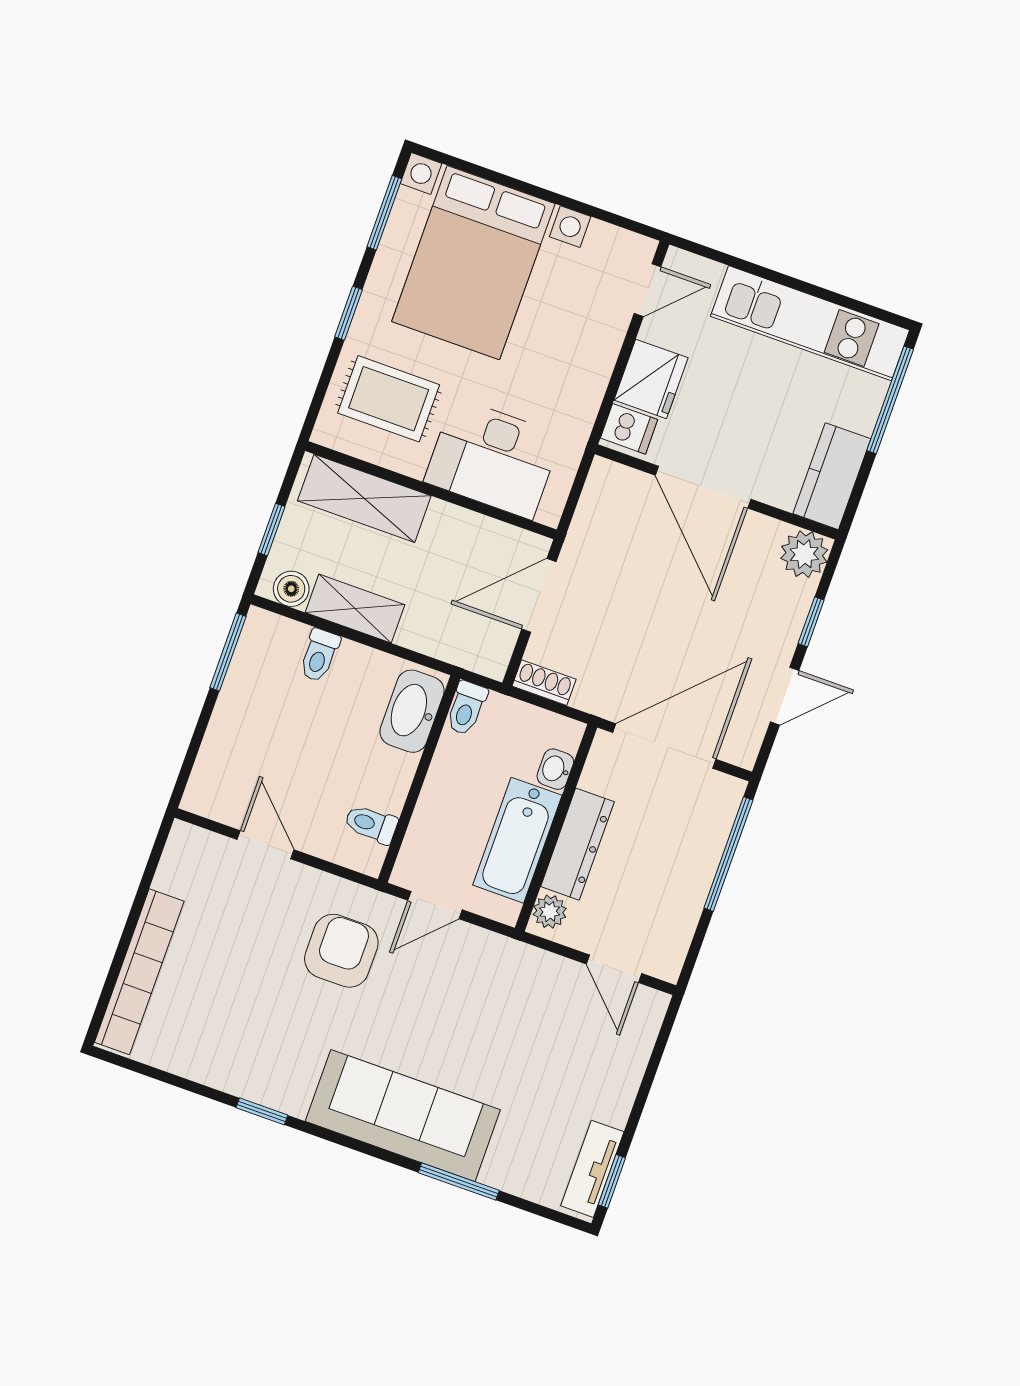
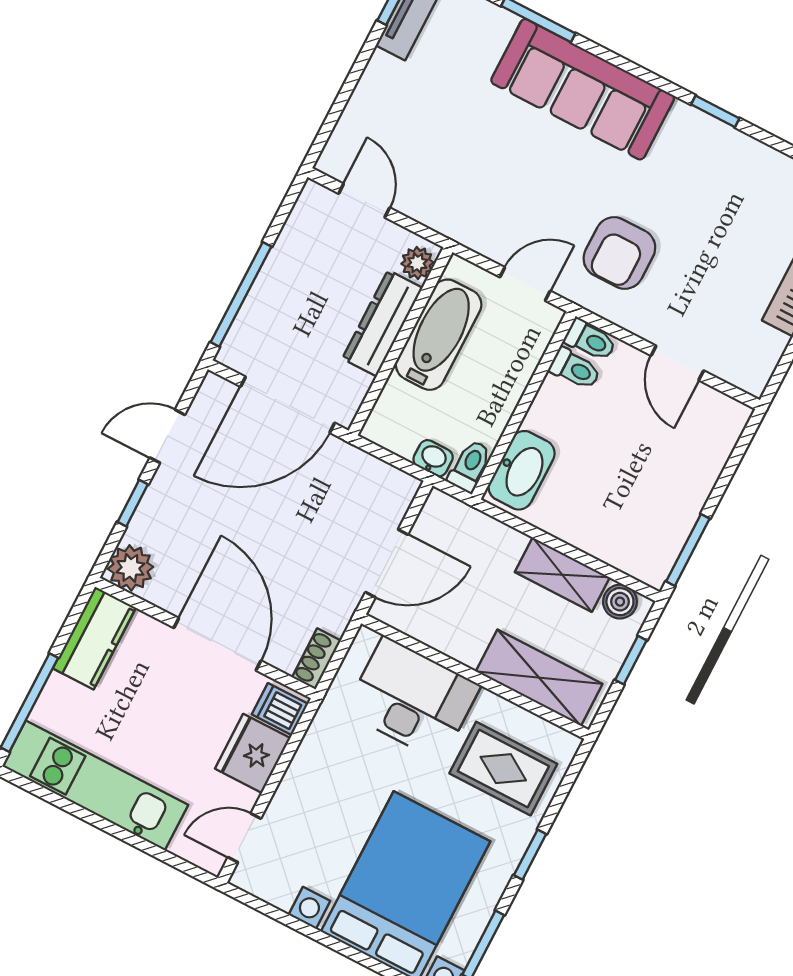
toilet: (319, 655) -> (590, 340), moved, turned 90
shoe rack: (544, 683) -> (316, 659), moved, turned 90
washbasin: (555, 769) -> (433, 458), moved, turned -90

